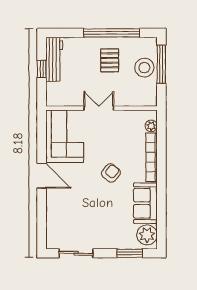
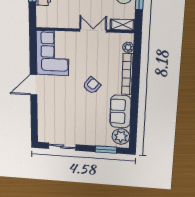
shelving: (144, 100) -> (122, 25), added
double door: (99, 108) -> (93, 31), moved
door: (42, 176) -> (34, 85), swing flipped

